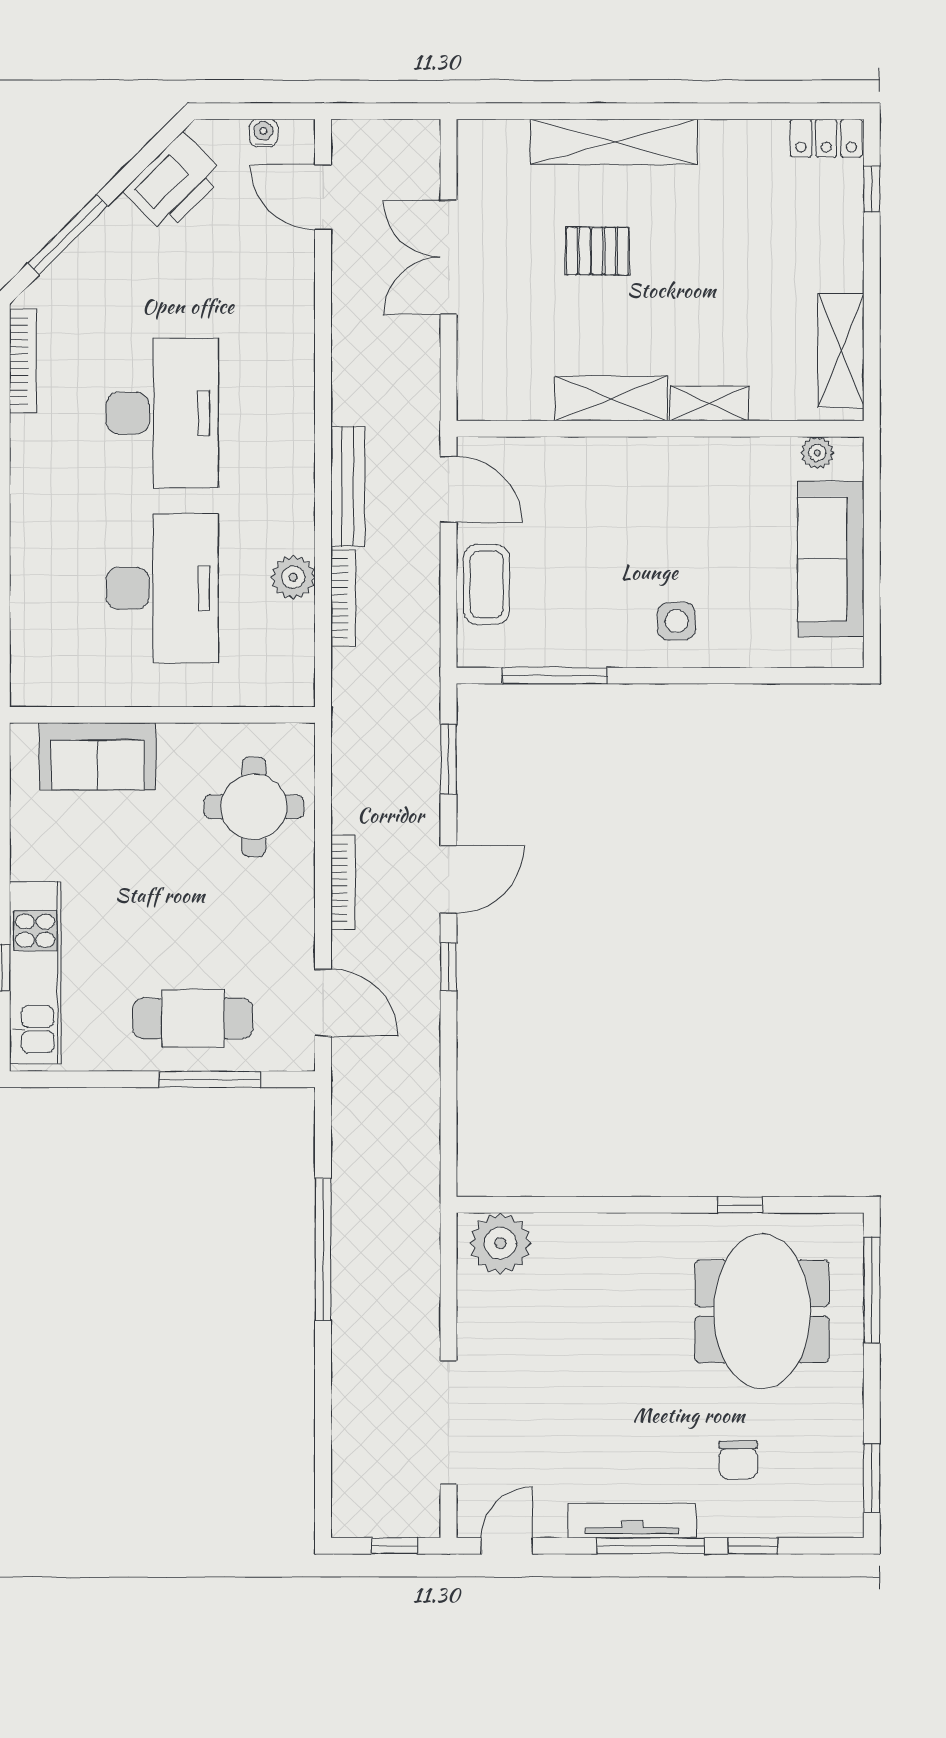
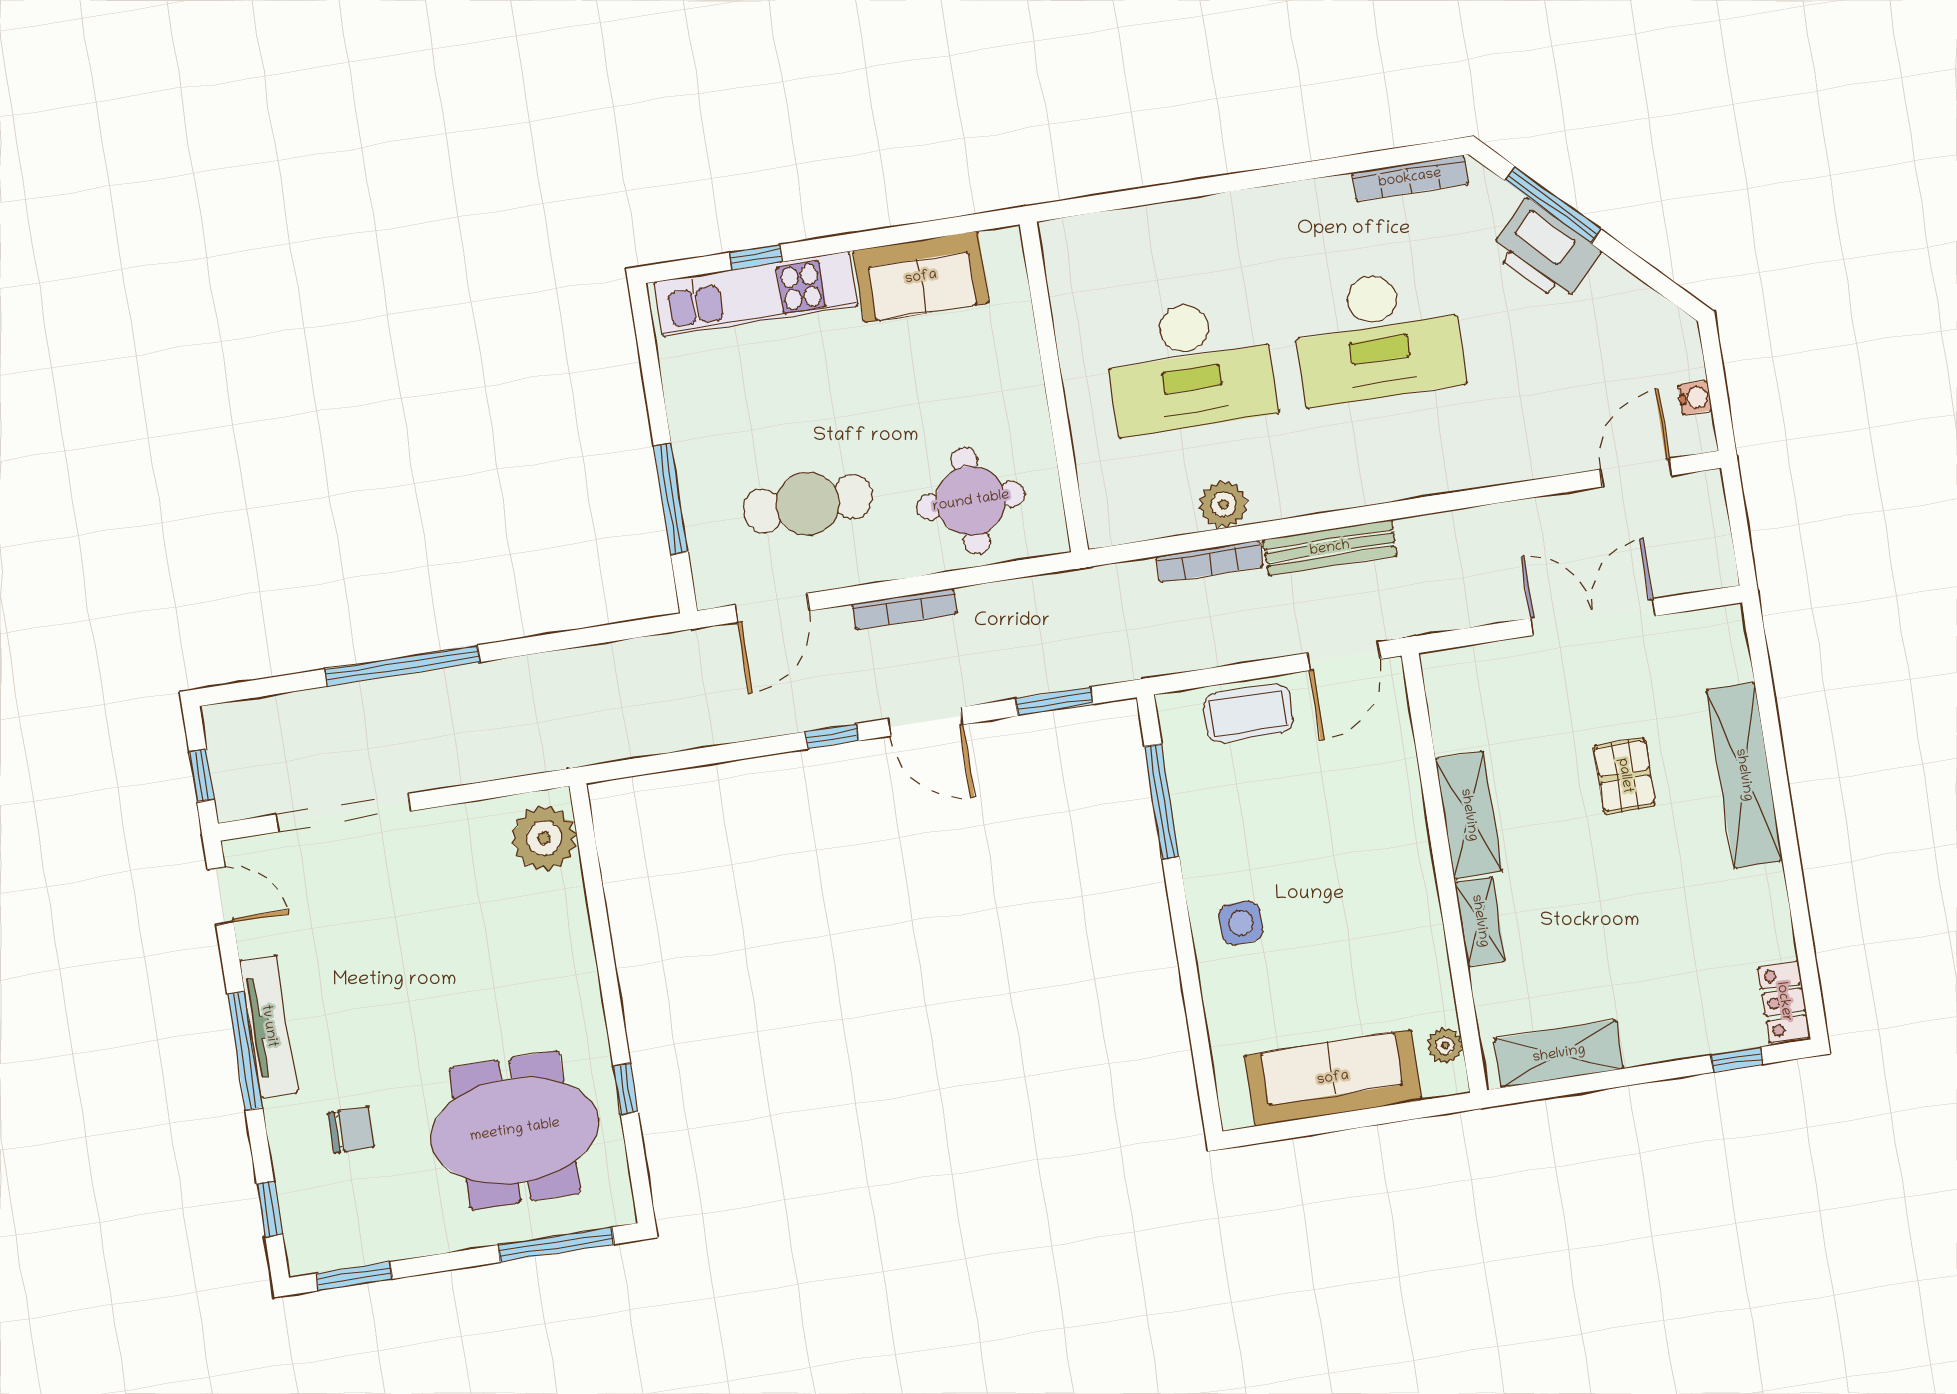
printer: (174, 183) -> (1545, 251), moved
sofa: (98, 756) -> (921, 277), moved, turned -90
cafe table: (193, 1018) -> (808, 504), moved, turned 90
window: (323, 1249) -> (402, 666), moved
chair: (738, 1460) -> (351, 1130), turned 180
window: (753, 1546) -> (270, 1209), moved

